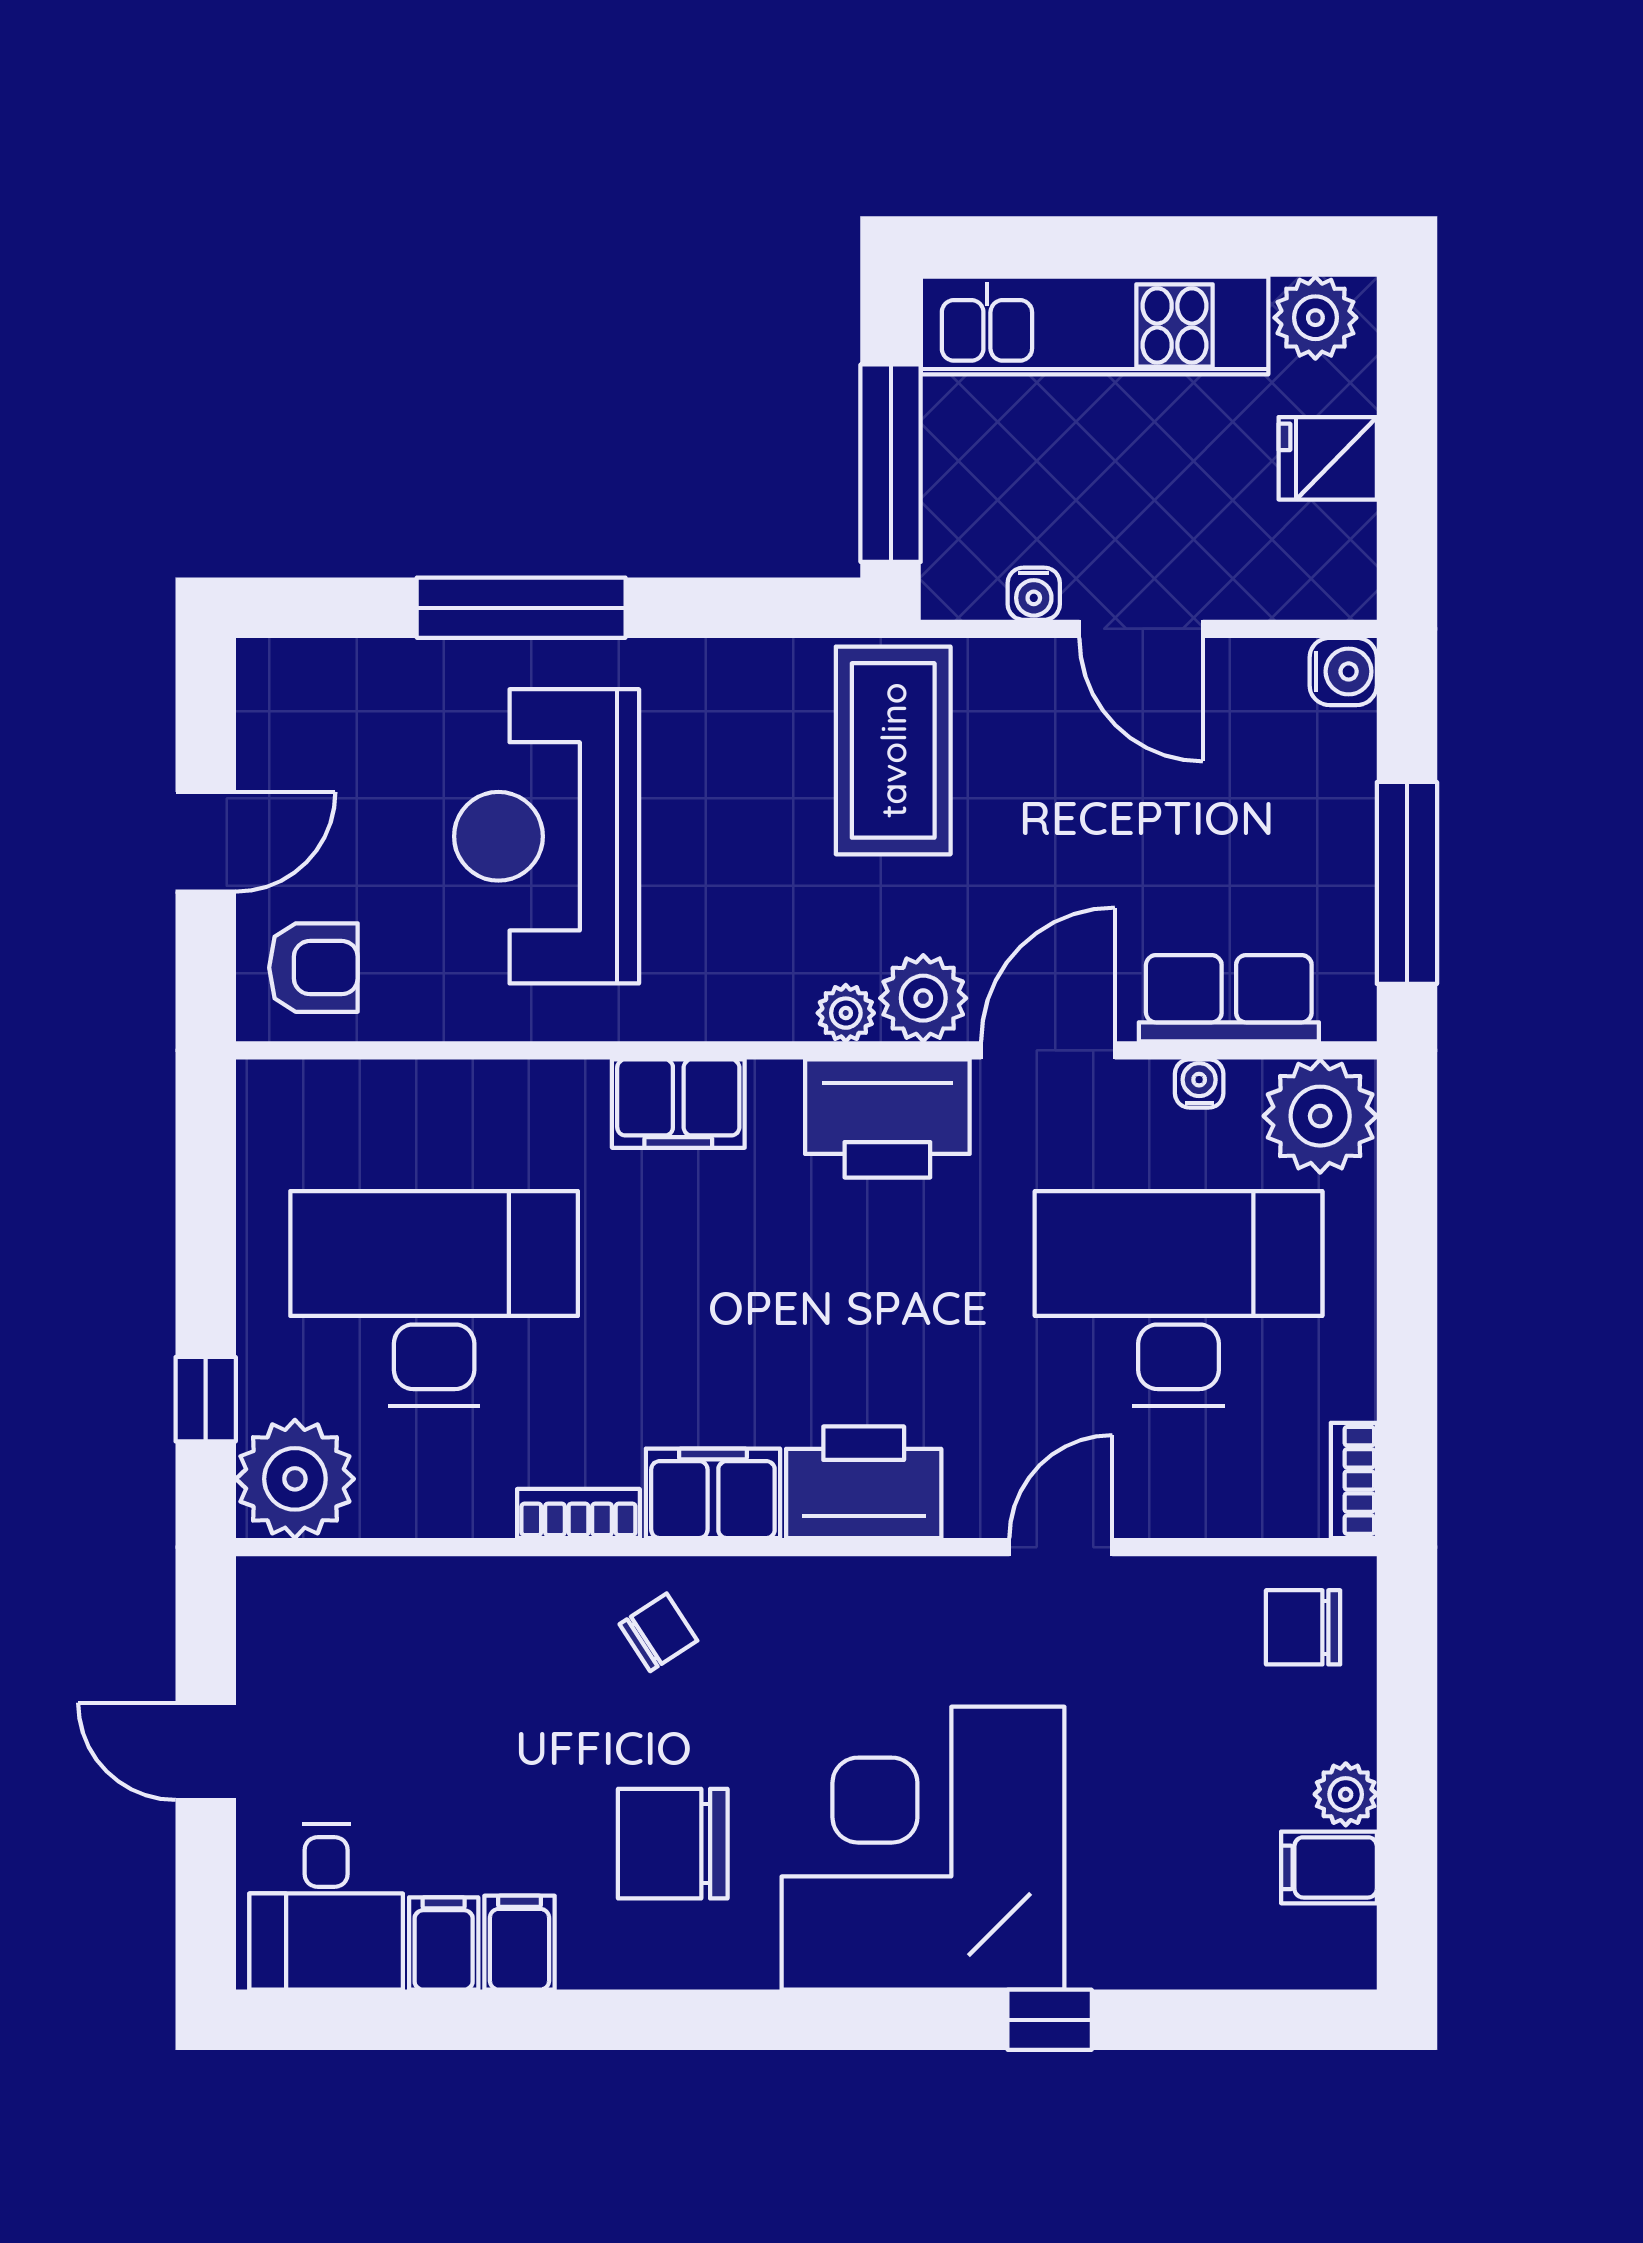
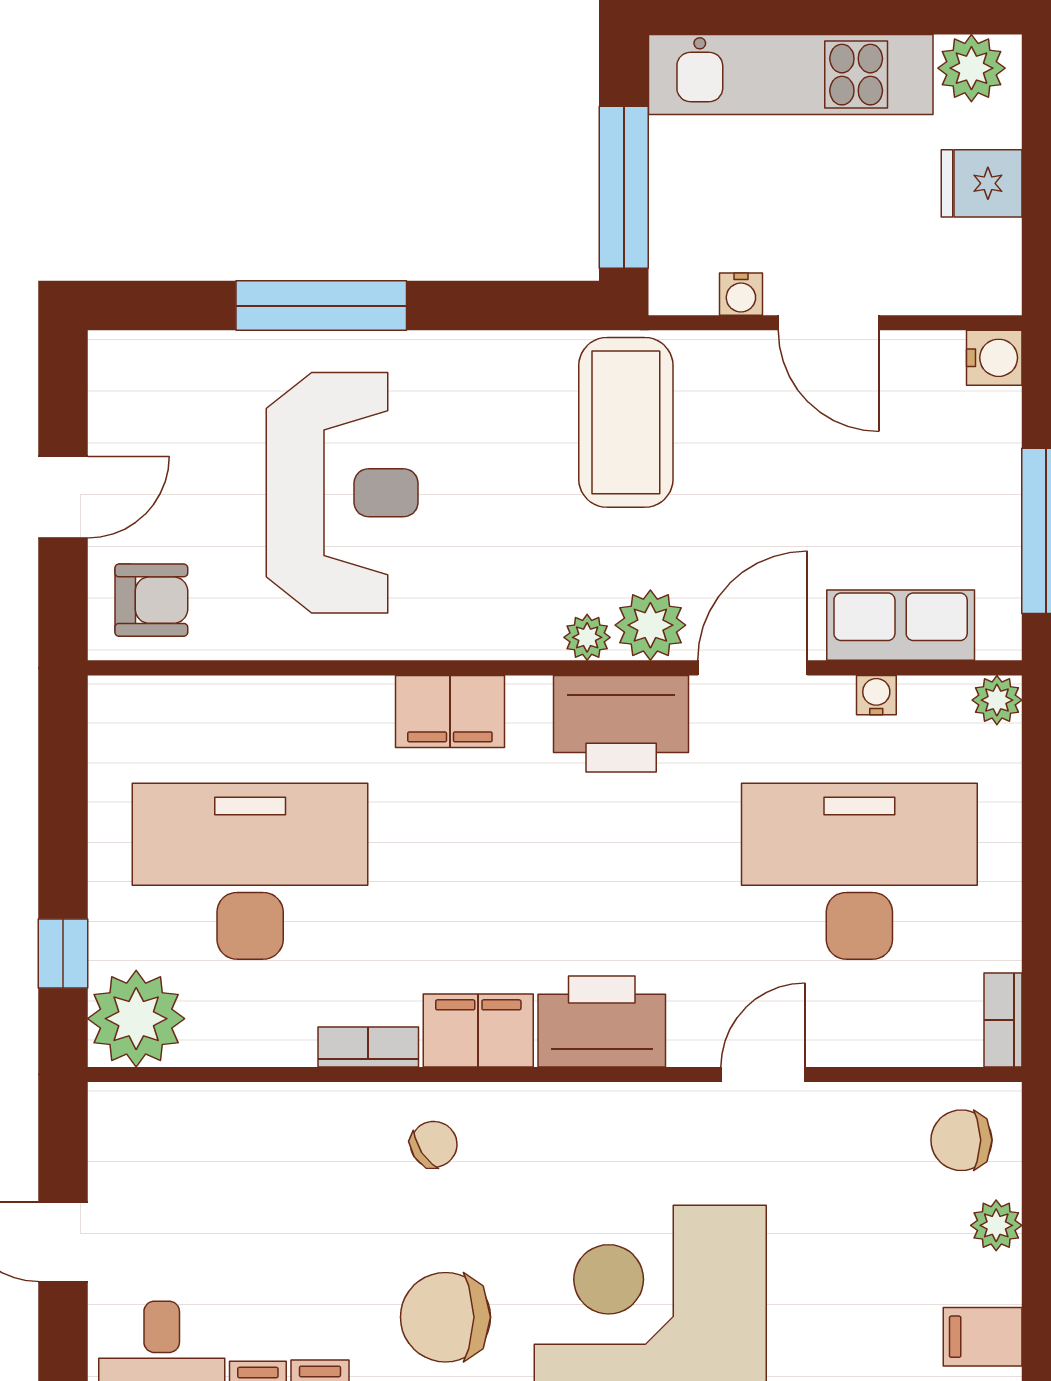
reception desk: (547, 836) -> (342, 493), turned 180
plant: (1320, 1116) -> (997, 700), width x0.53, depth x0.53
plant: (1346, 1794) -> (996, 1225), moved

